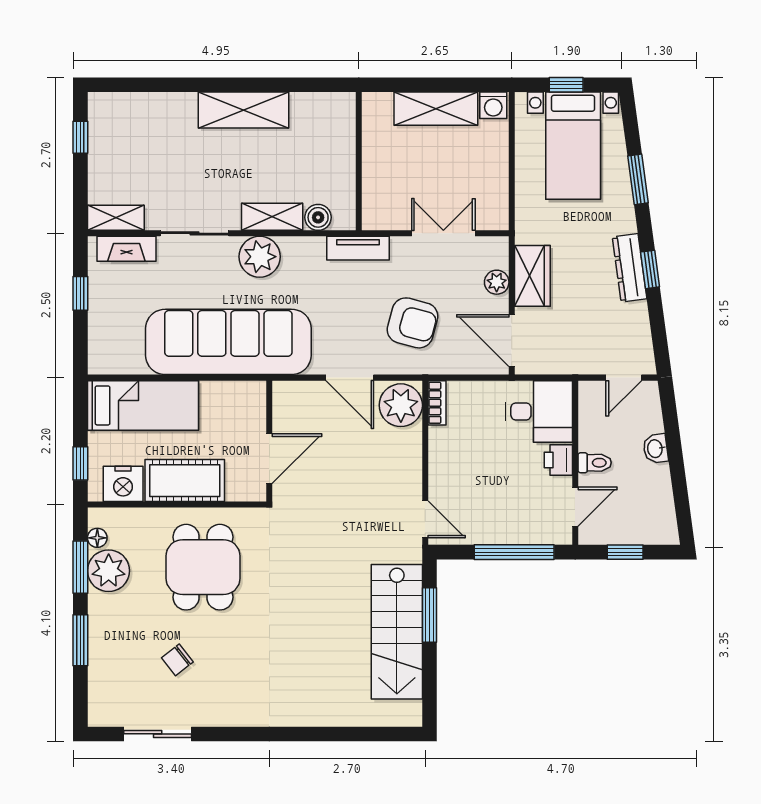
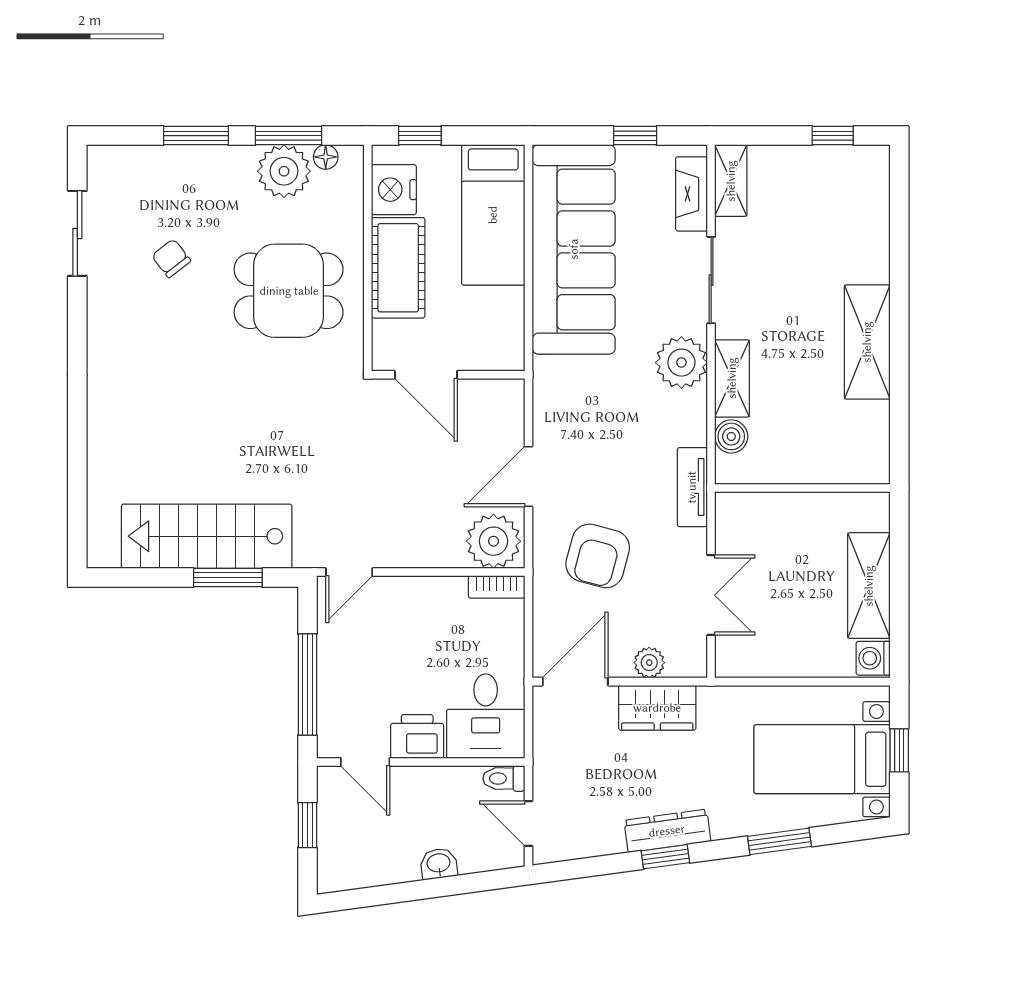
sofa: (228, 342) -> (574, 249), moved
printer: (558, 460) -> (417, 736), width x1.36, depth x1.24
toilet: (595, 463) -> (504, 778), moved, turned 90

